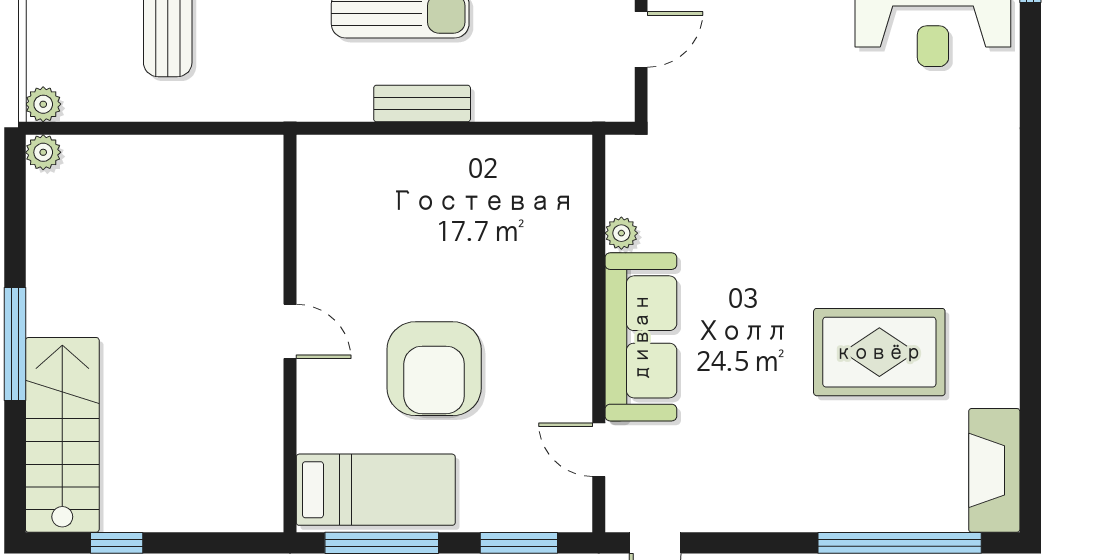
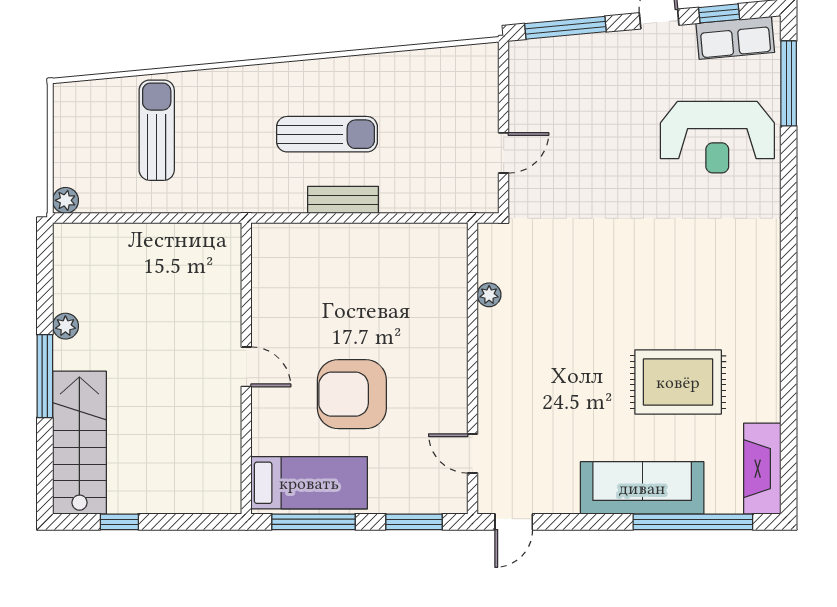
plant: (43, 152) -> (65, 326), moved
sofa: (641, 337) -> (642, 488), moved, turned -90
armchair: (434, 369) -> (352, 394), turned 90

